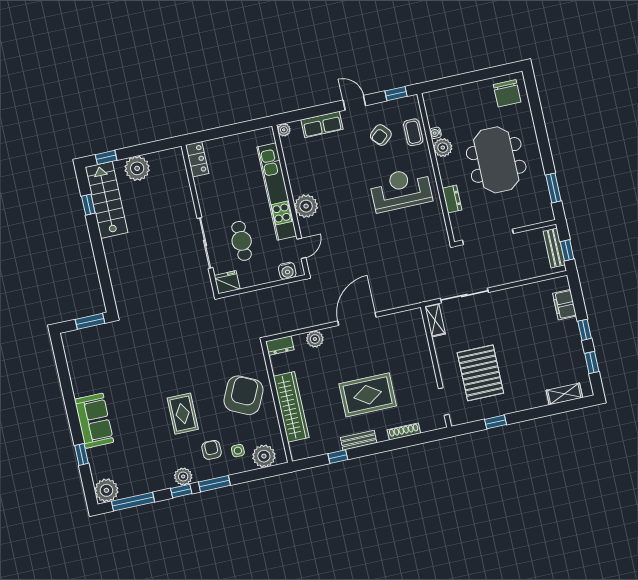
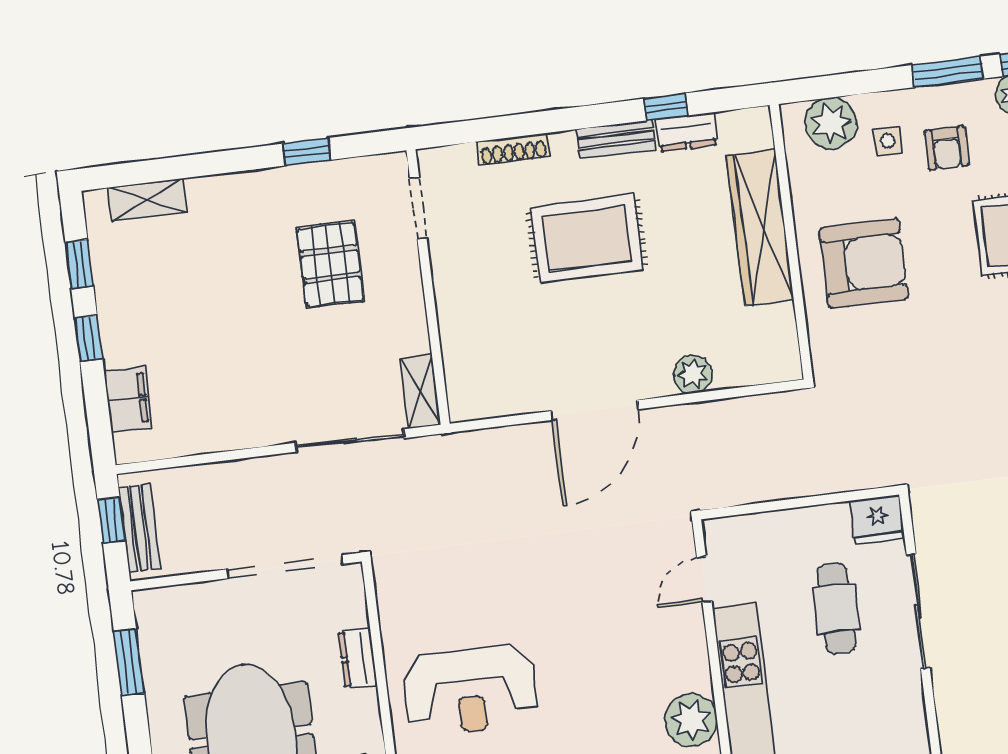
plant: (306, 206) -> (691, 720), moved
water cooler: (287, 271) -> (740, 532), removed
dresser: (280, 346) -> (687, 132), moved, turned 180
pallet: (480, 373) -> (330, 264), width x0.73, depth x0.71
armchair: (244, 395) -> (864, 263), turned -116

